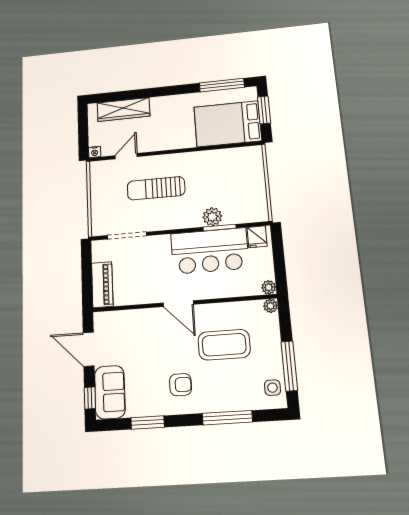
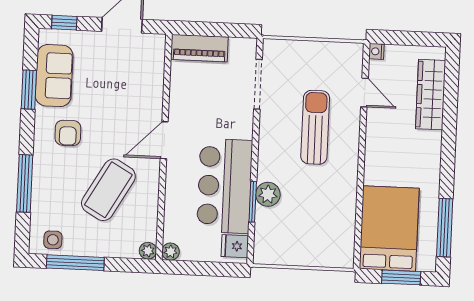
coffee table: (224, 345) -> (108, 190), turned 30
sofa: (110, 392) -> (54, 76), moved, turned -90

